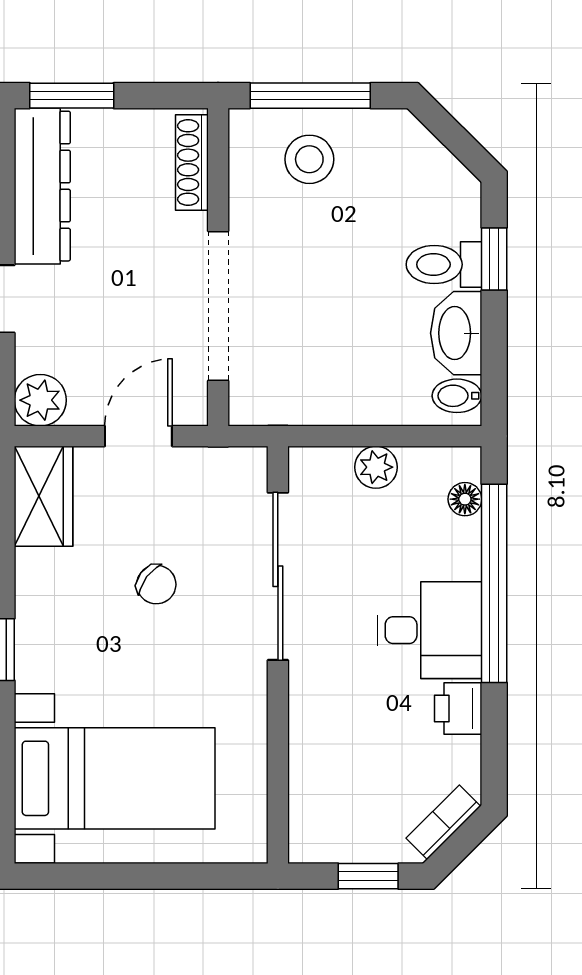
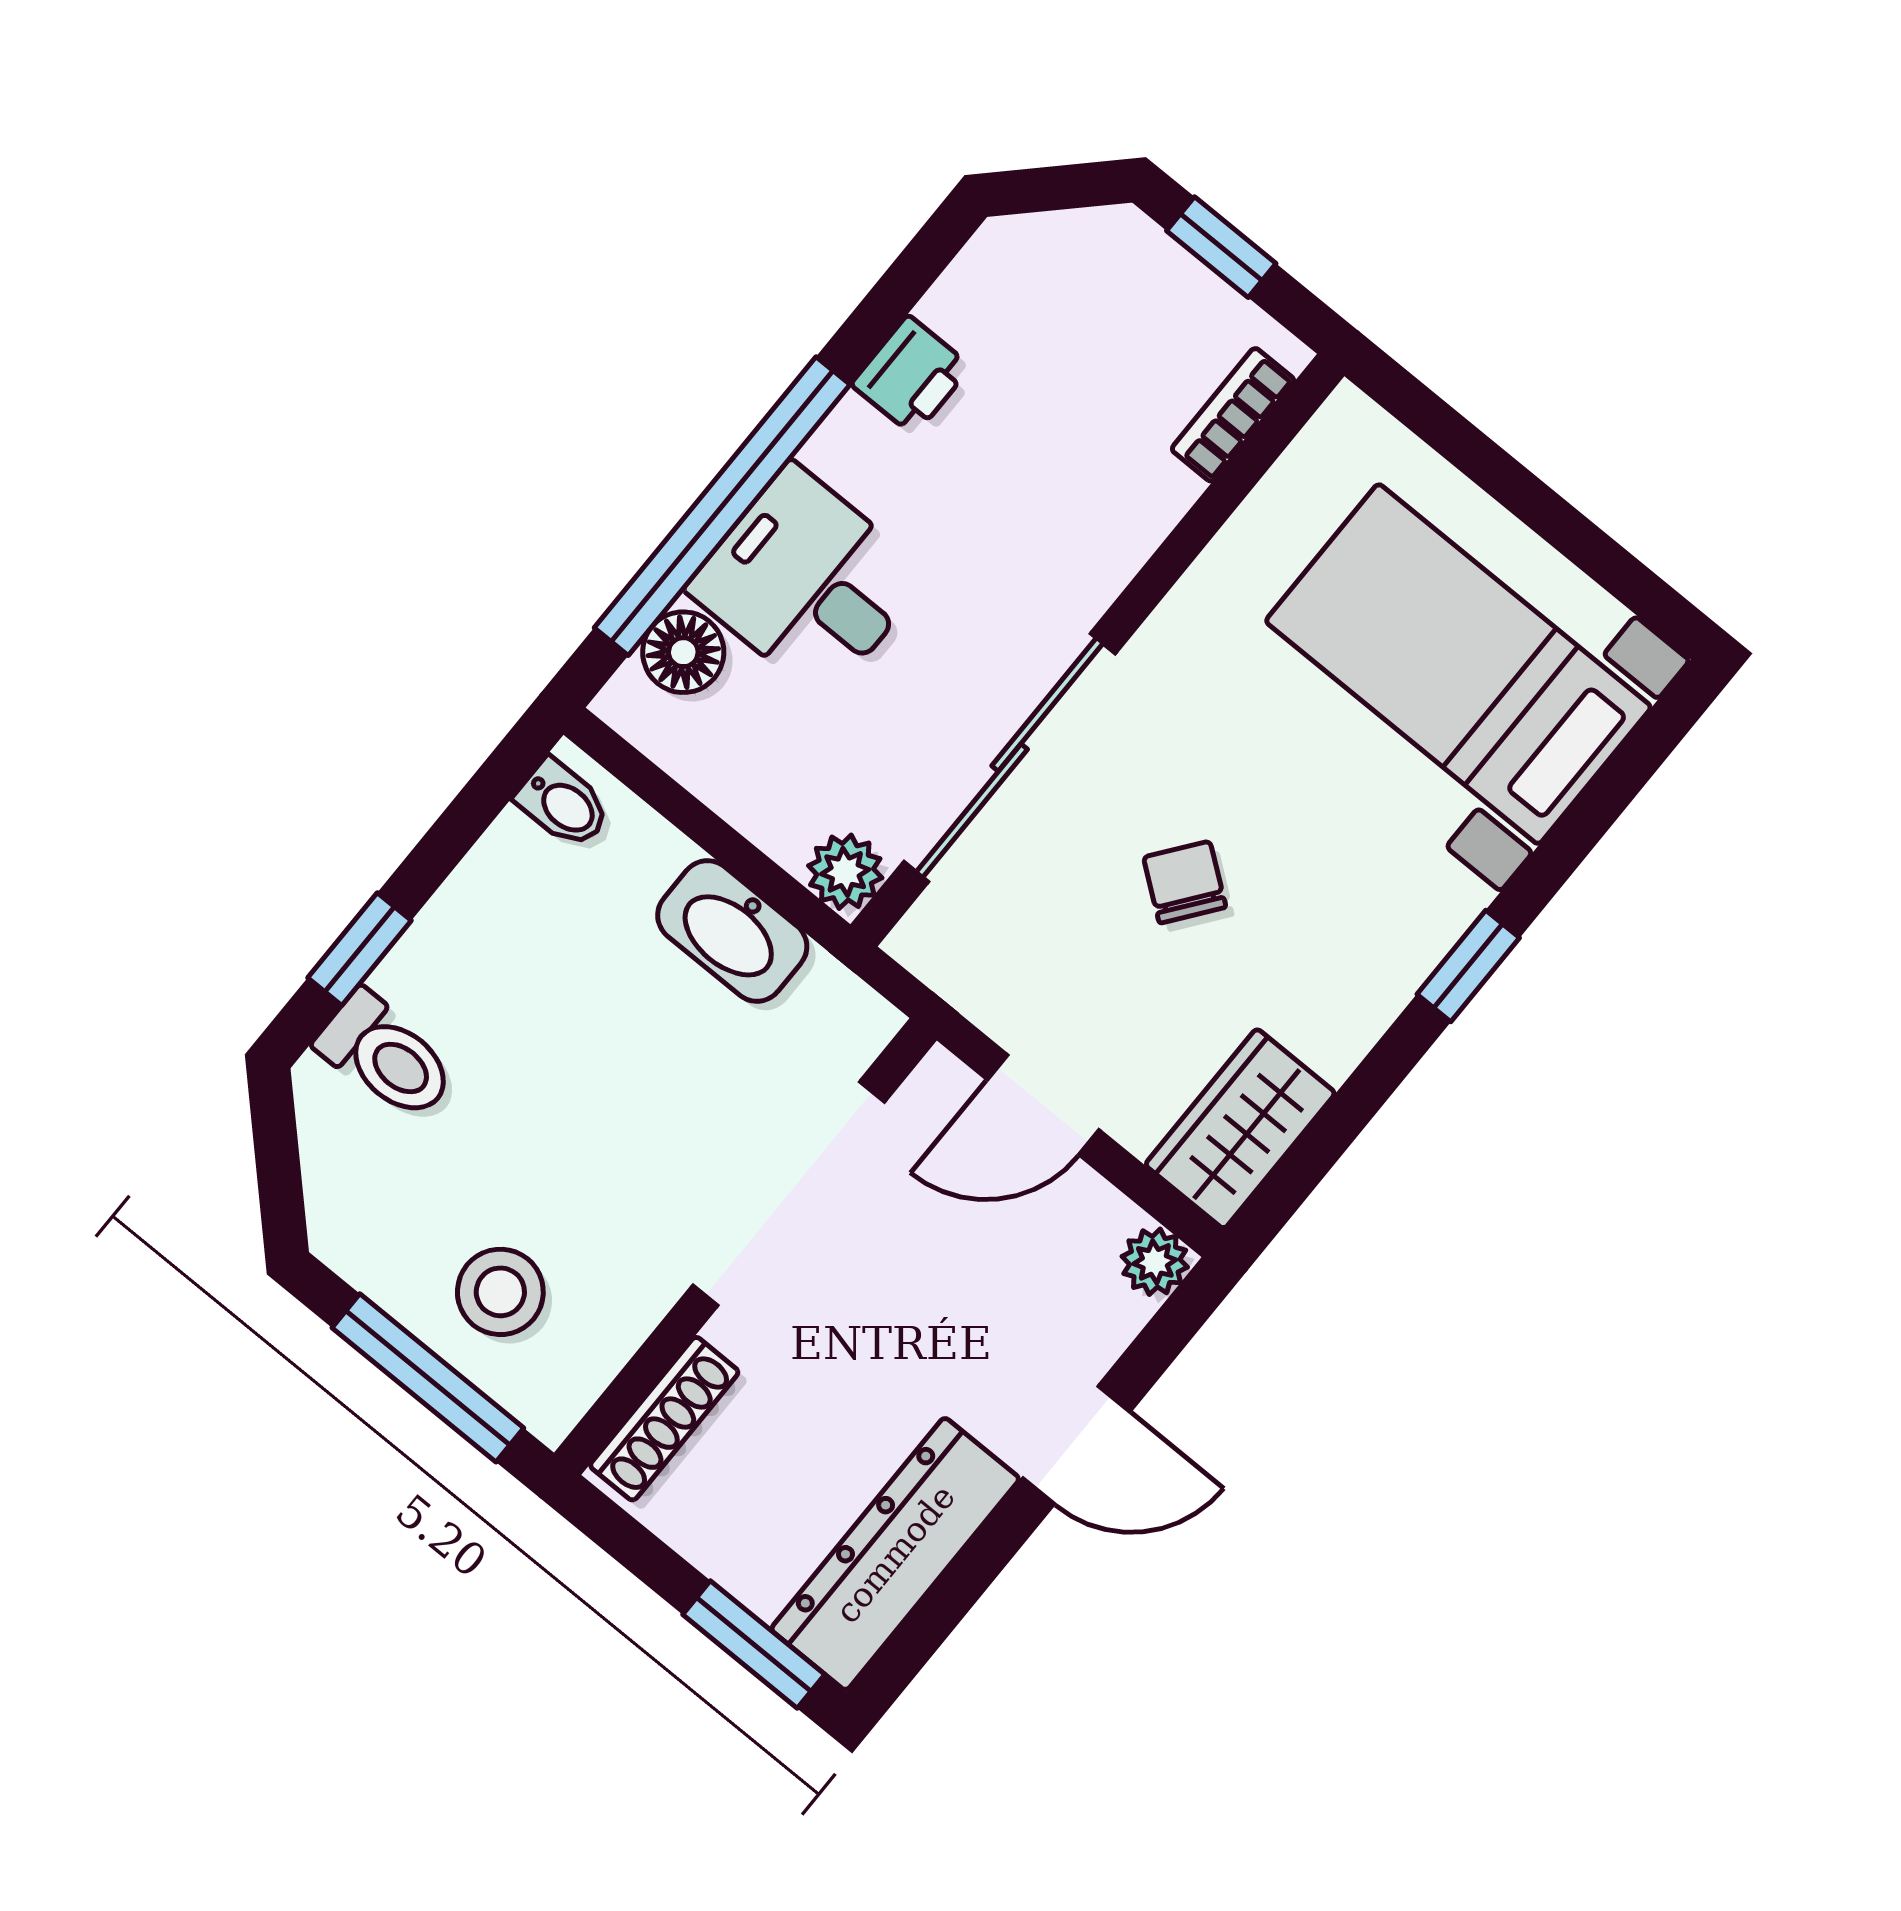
toilet: (444, 264) -> (386, 1056), moved
washbasin: (456, 333) -> (732, 931), moved, turned 90
plant: (40, 400) -> (1155, 1262), width x0.73, depth x0.73
plant: (376, 467) -> (845, 872), moved
floor lamp: (465, 499) -> (683, 652), width x1.37, depth x1.37
desk: (429, 630) -> (808, 582), moved
bookcase: (443, 822) -> (1233, 415), moved, turned 135

